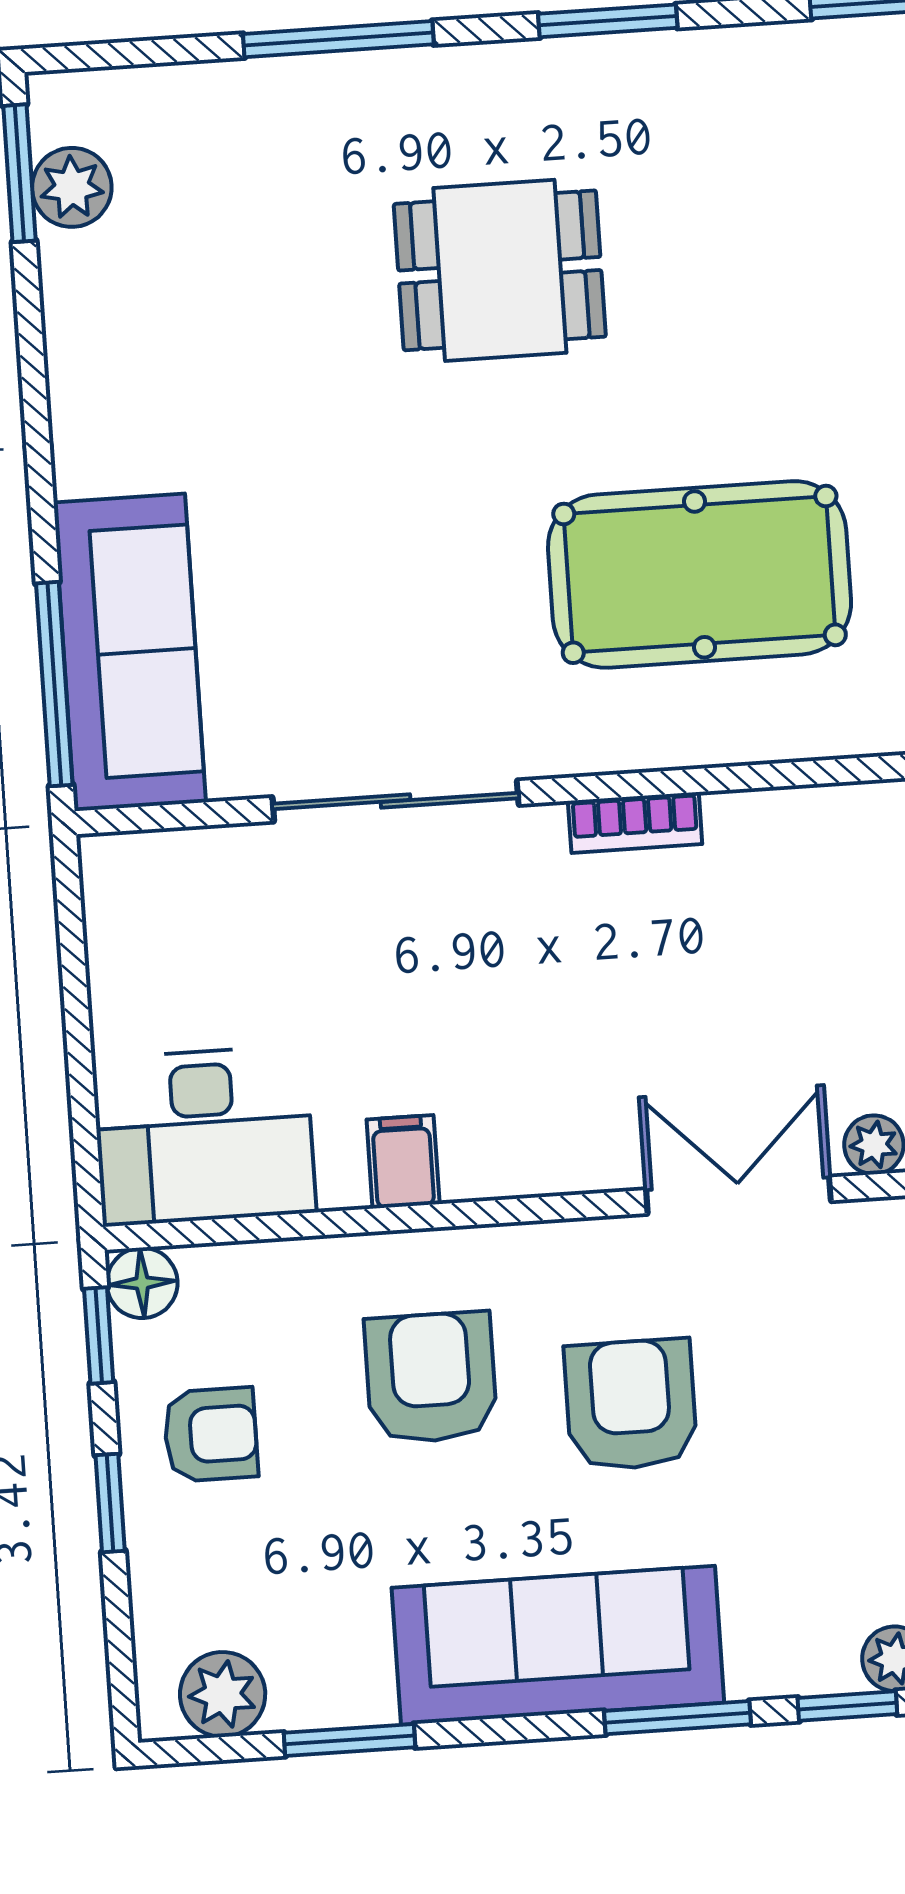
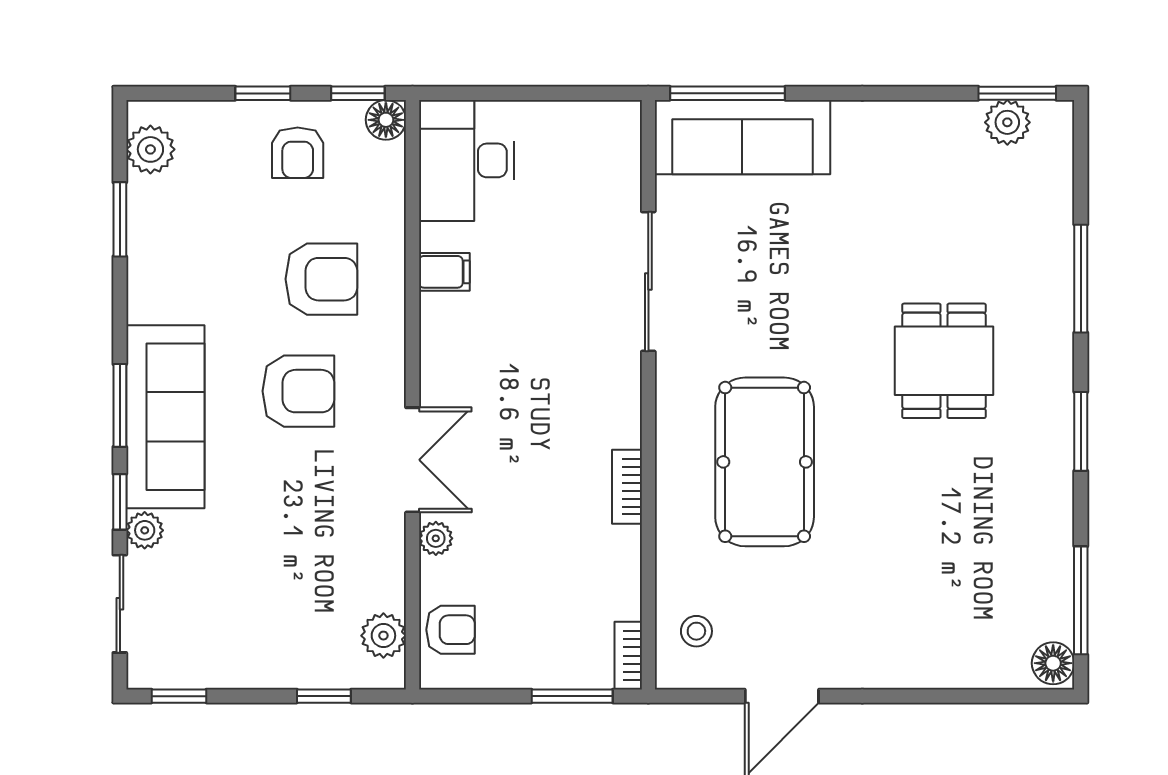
bookcase: (635, 822) -> (627, 487), moved
sofa: (558, 1645) -> (165, 417), moved

